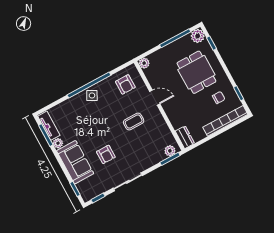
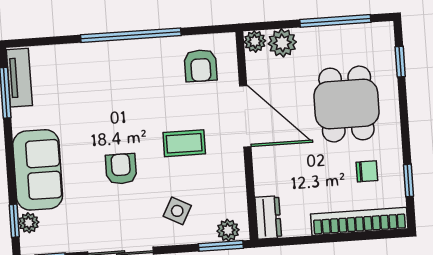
plant: (198, 36) -> (282, 43), moved
side table: (92, 95) -> (177, 211), moved
door: (155, 98) -> (245, 116), width x1.88
plant: (58, 143) -> (29, 223), moved
armchair: (106, 154) -> (121, 169), moved, turned 180

